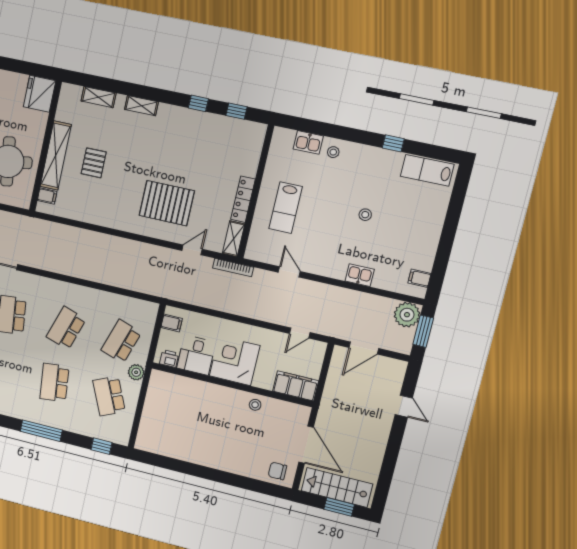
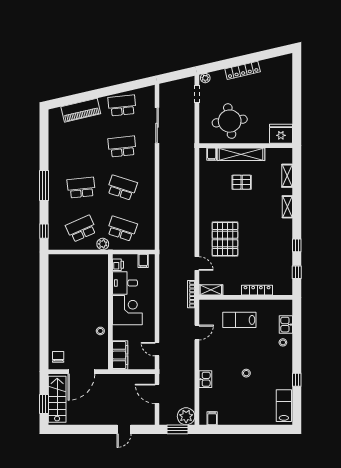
locker: (243, 199) -> (257, 290), moved

